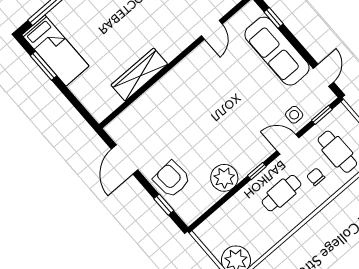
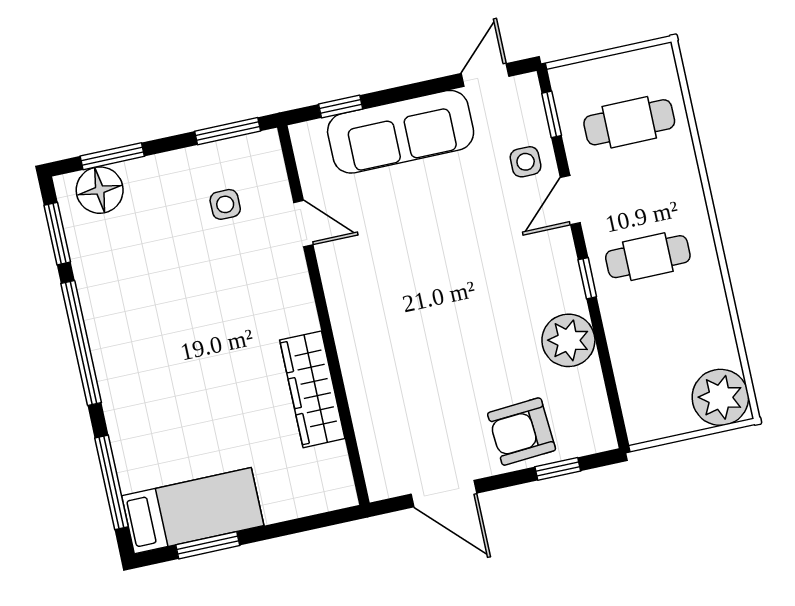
door: (323, 75) -> (485, 75), hinge flipped
chair: (316, 177) -> (652, 183), removed
cafe table: (281, 193) -> (648, 257), turned 90

